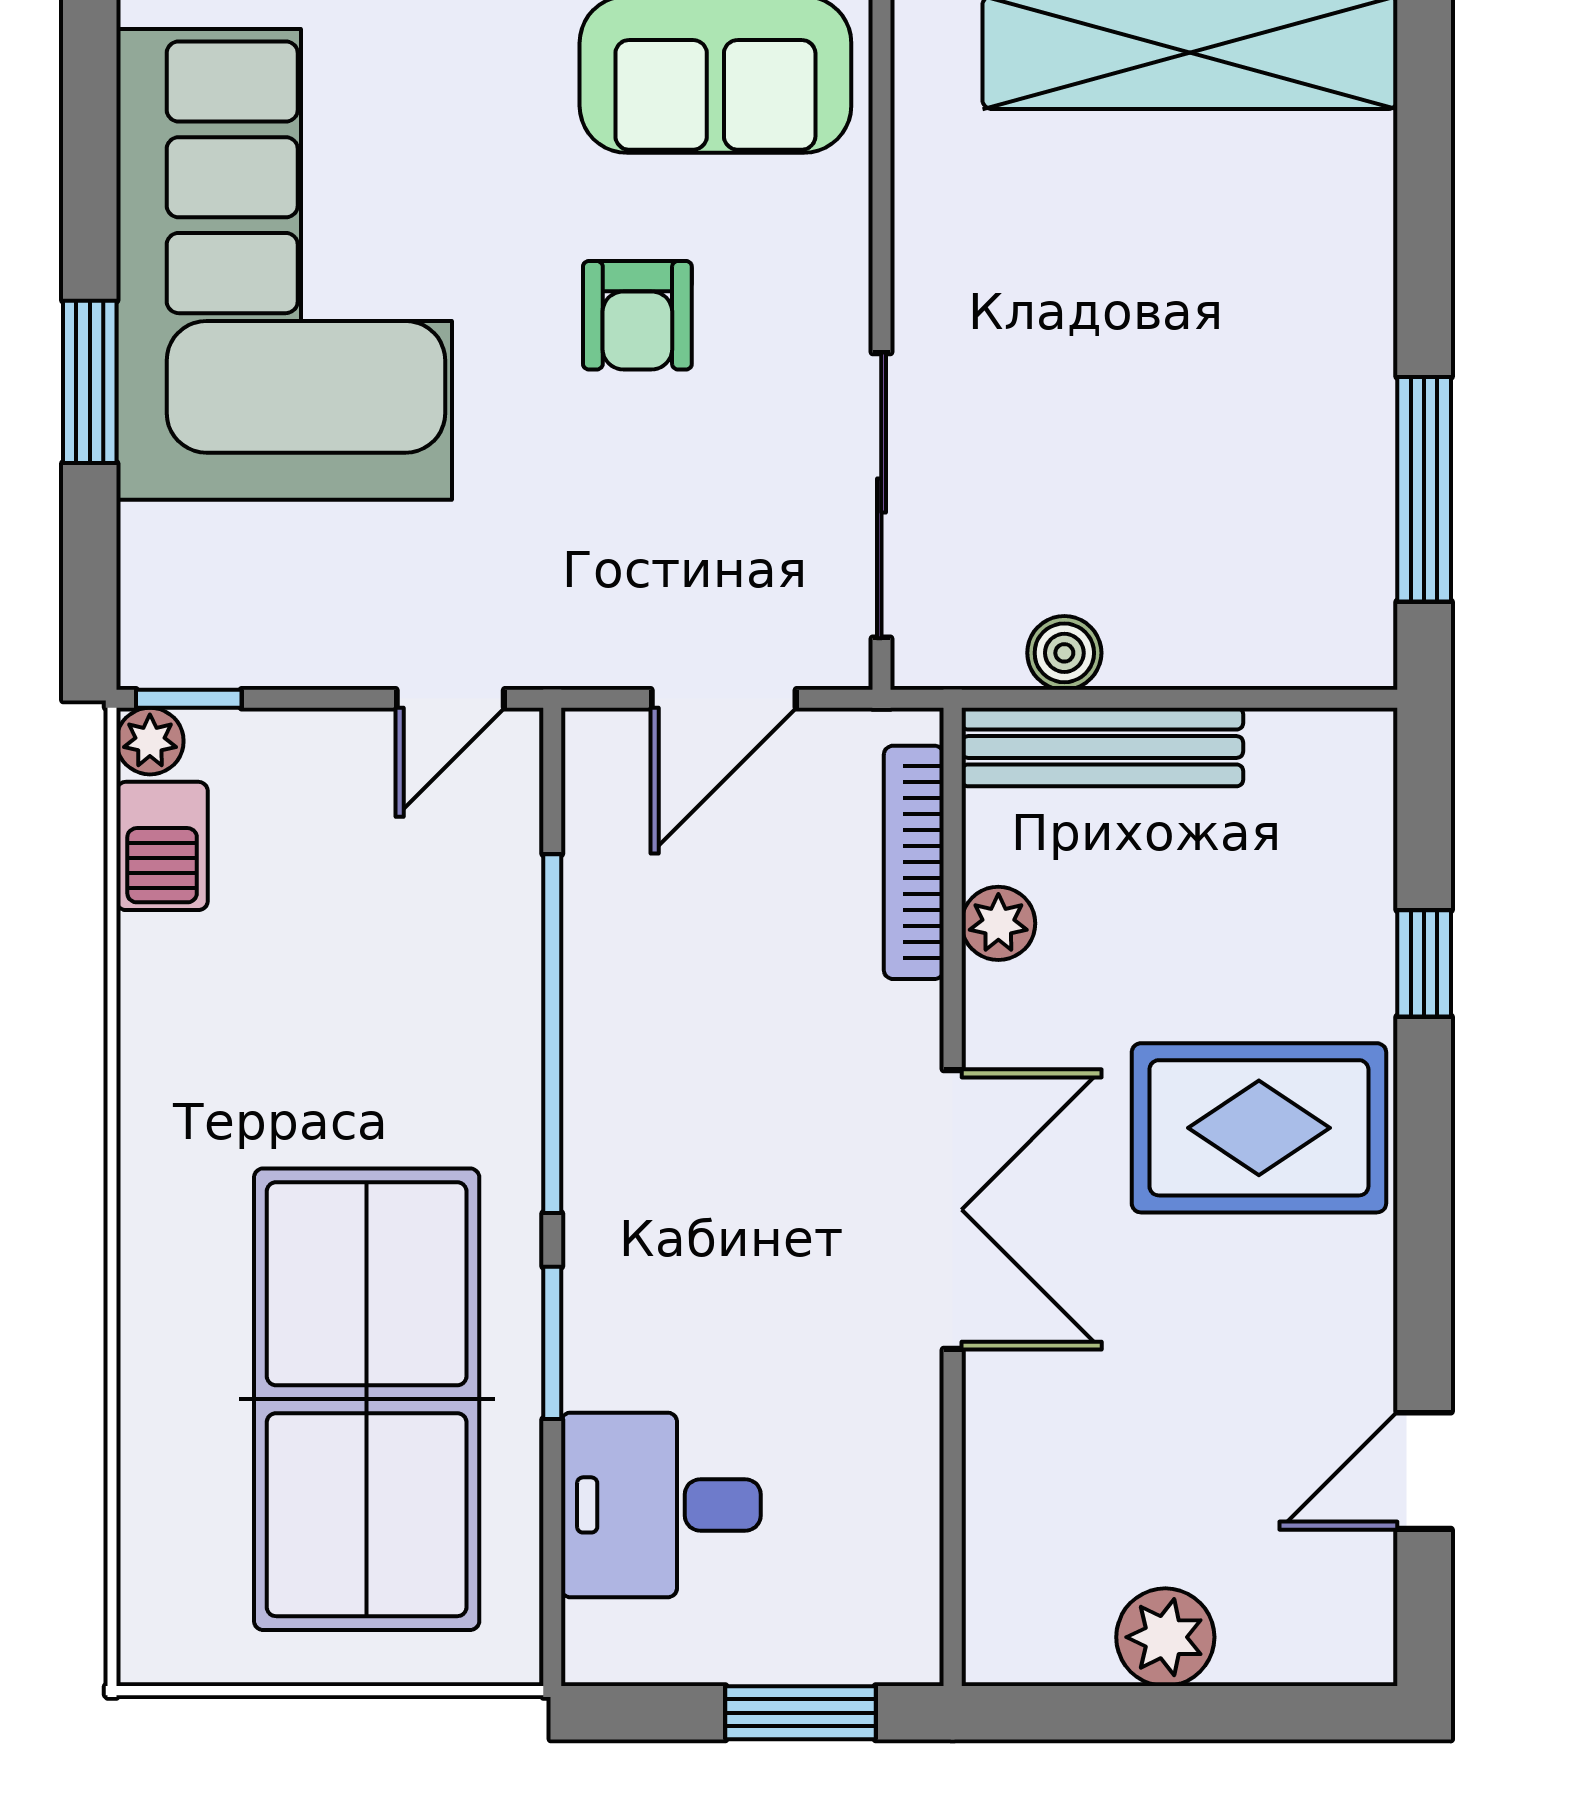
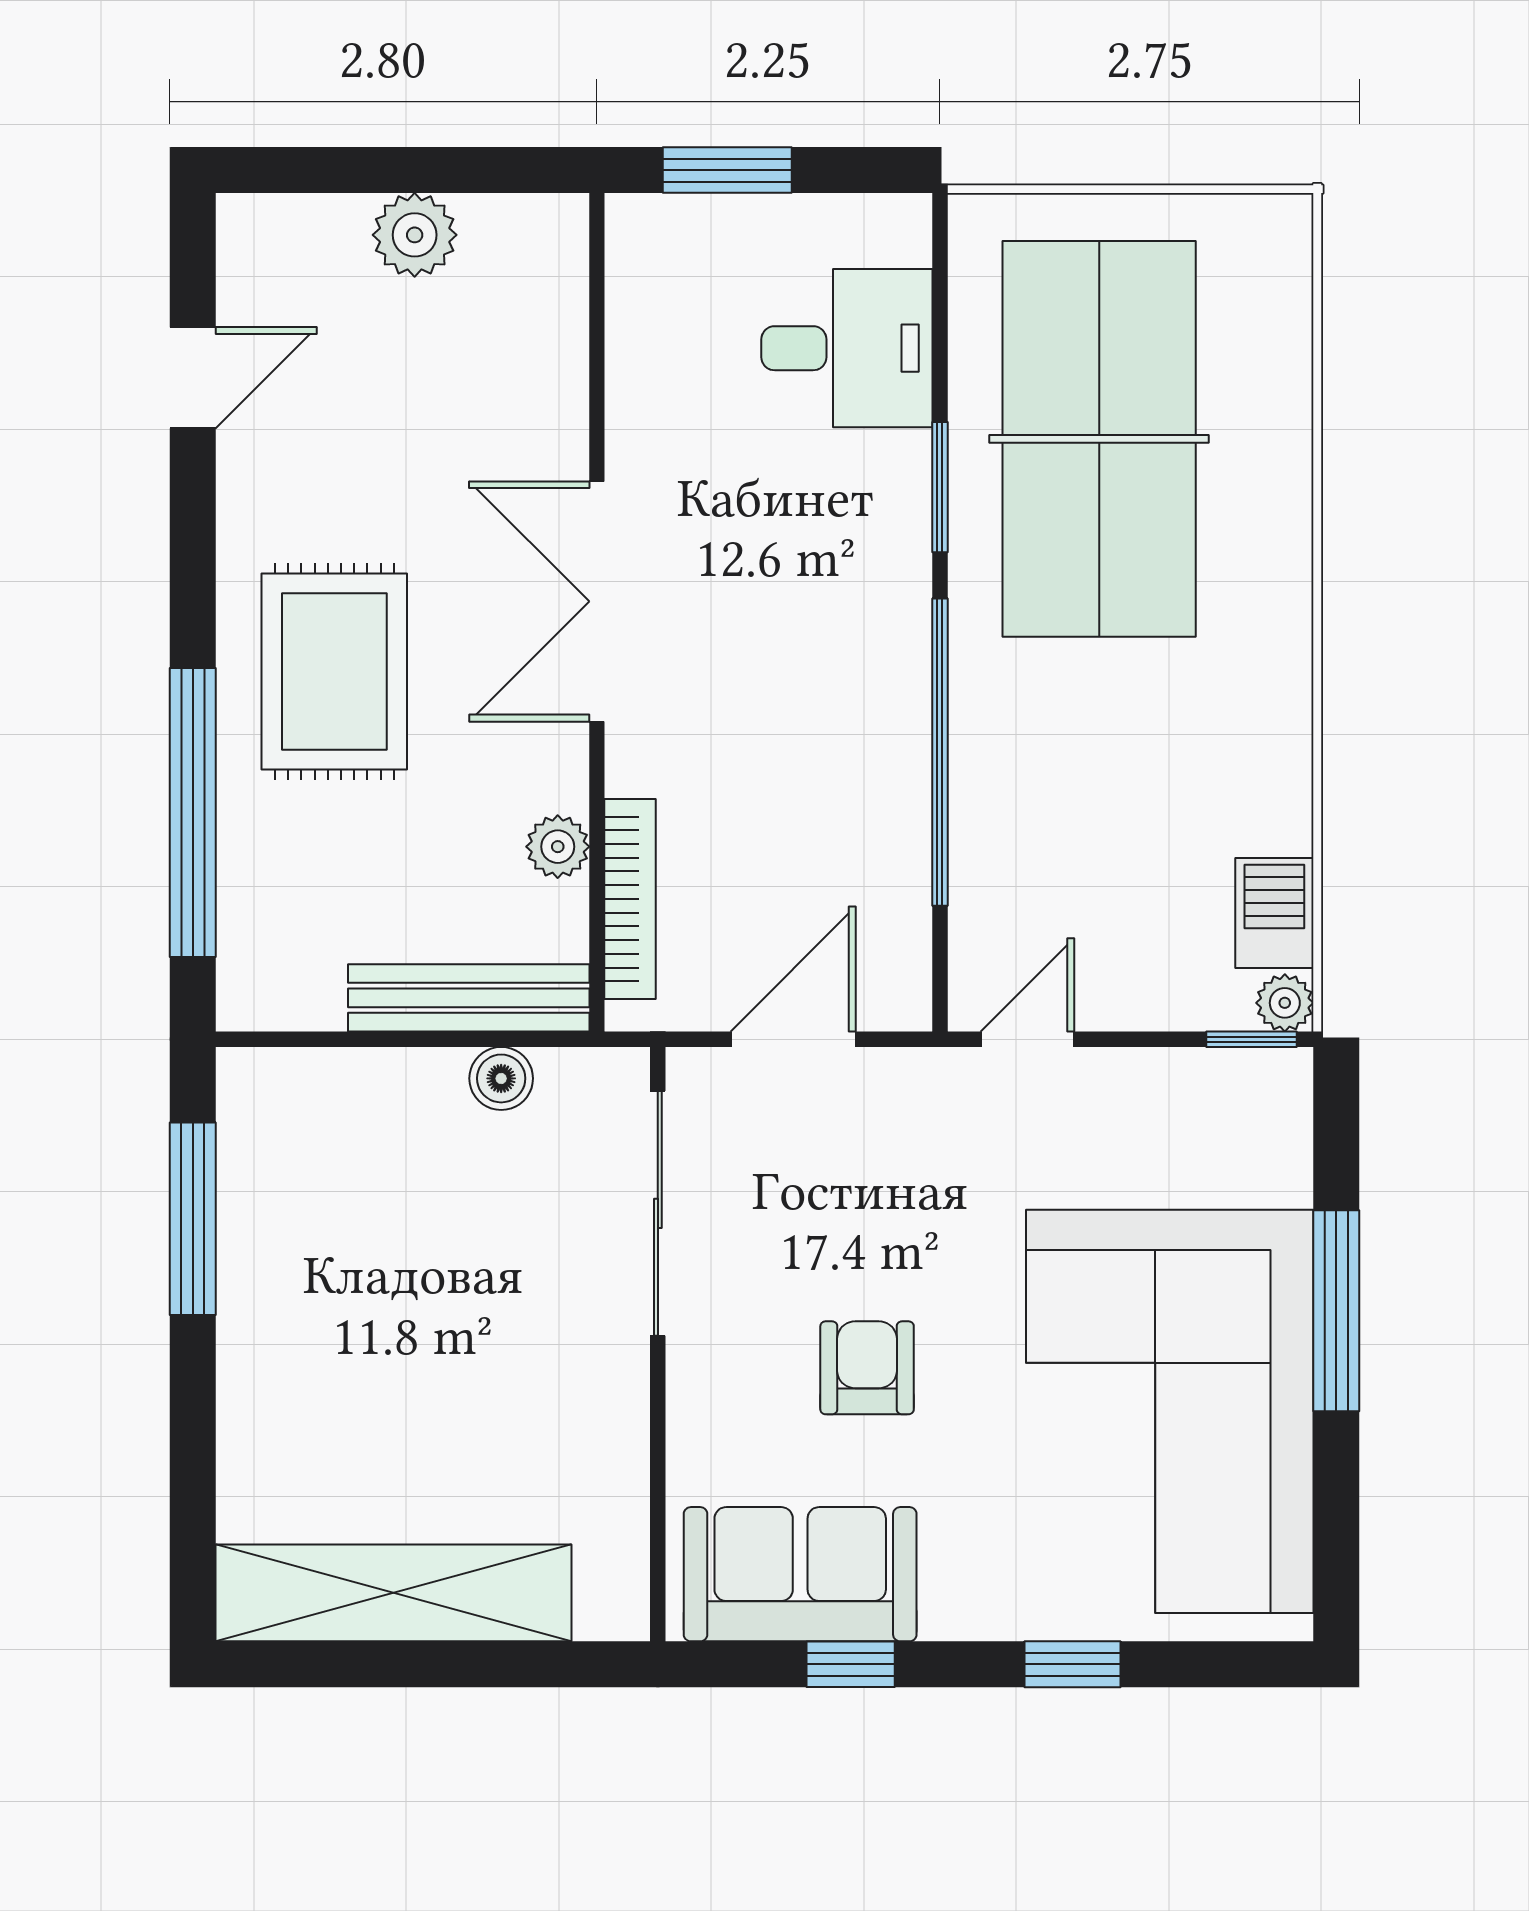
window: (90, 382) -> (1336, 1311), width x1.44
window: (1424, 963) -> (193, 812), width x3.17
rug: (1259, 1128) -> (334, 671), turned 90

